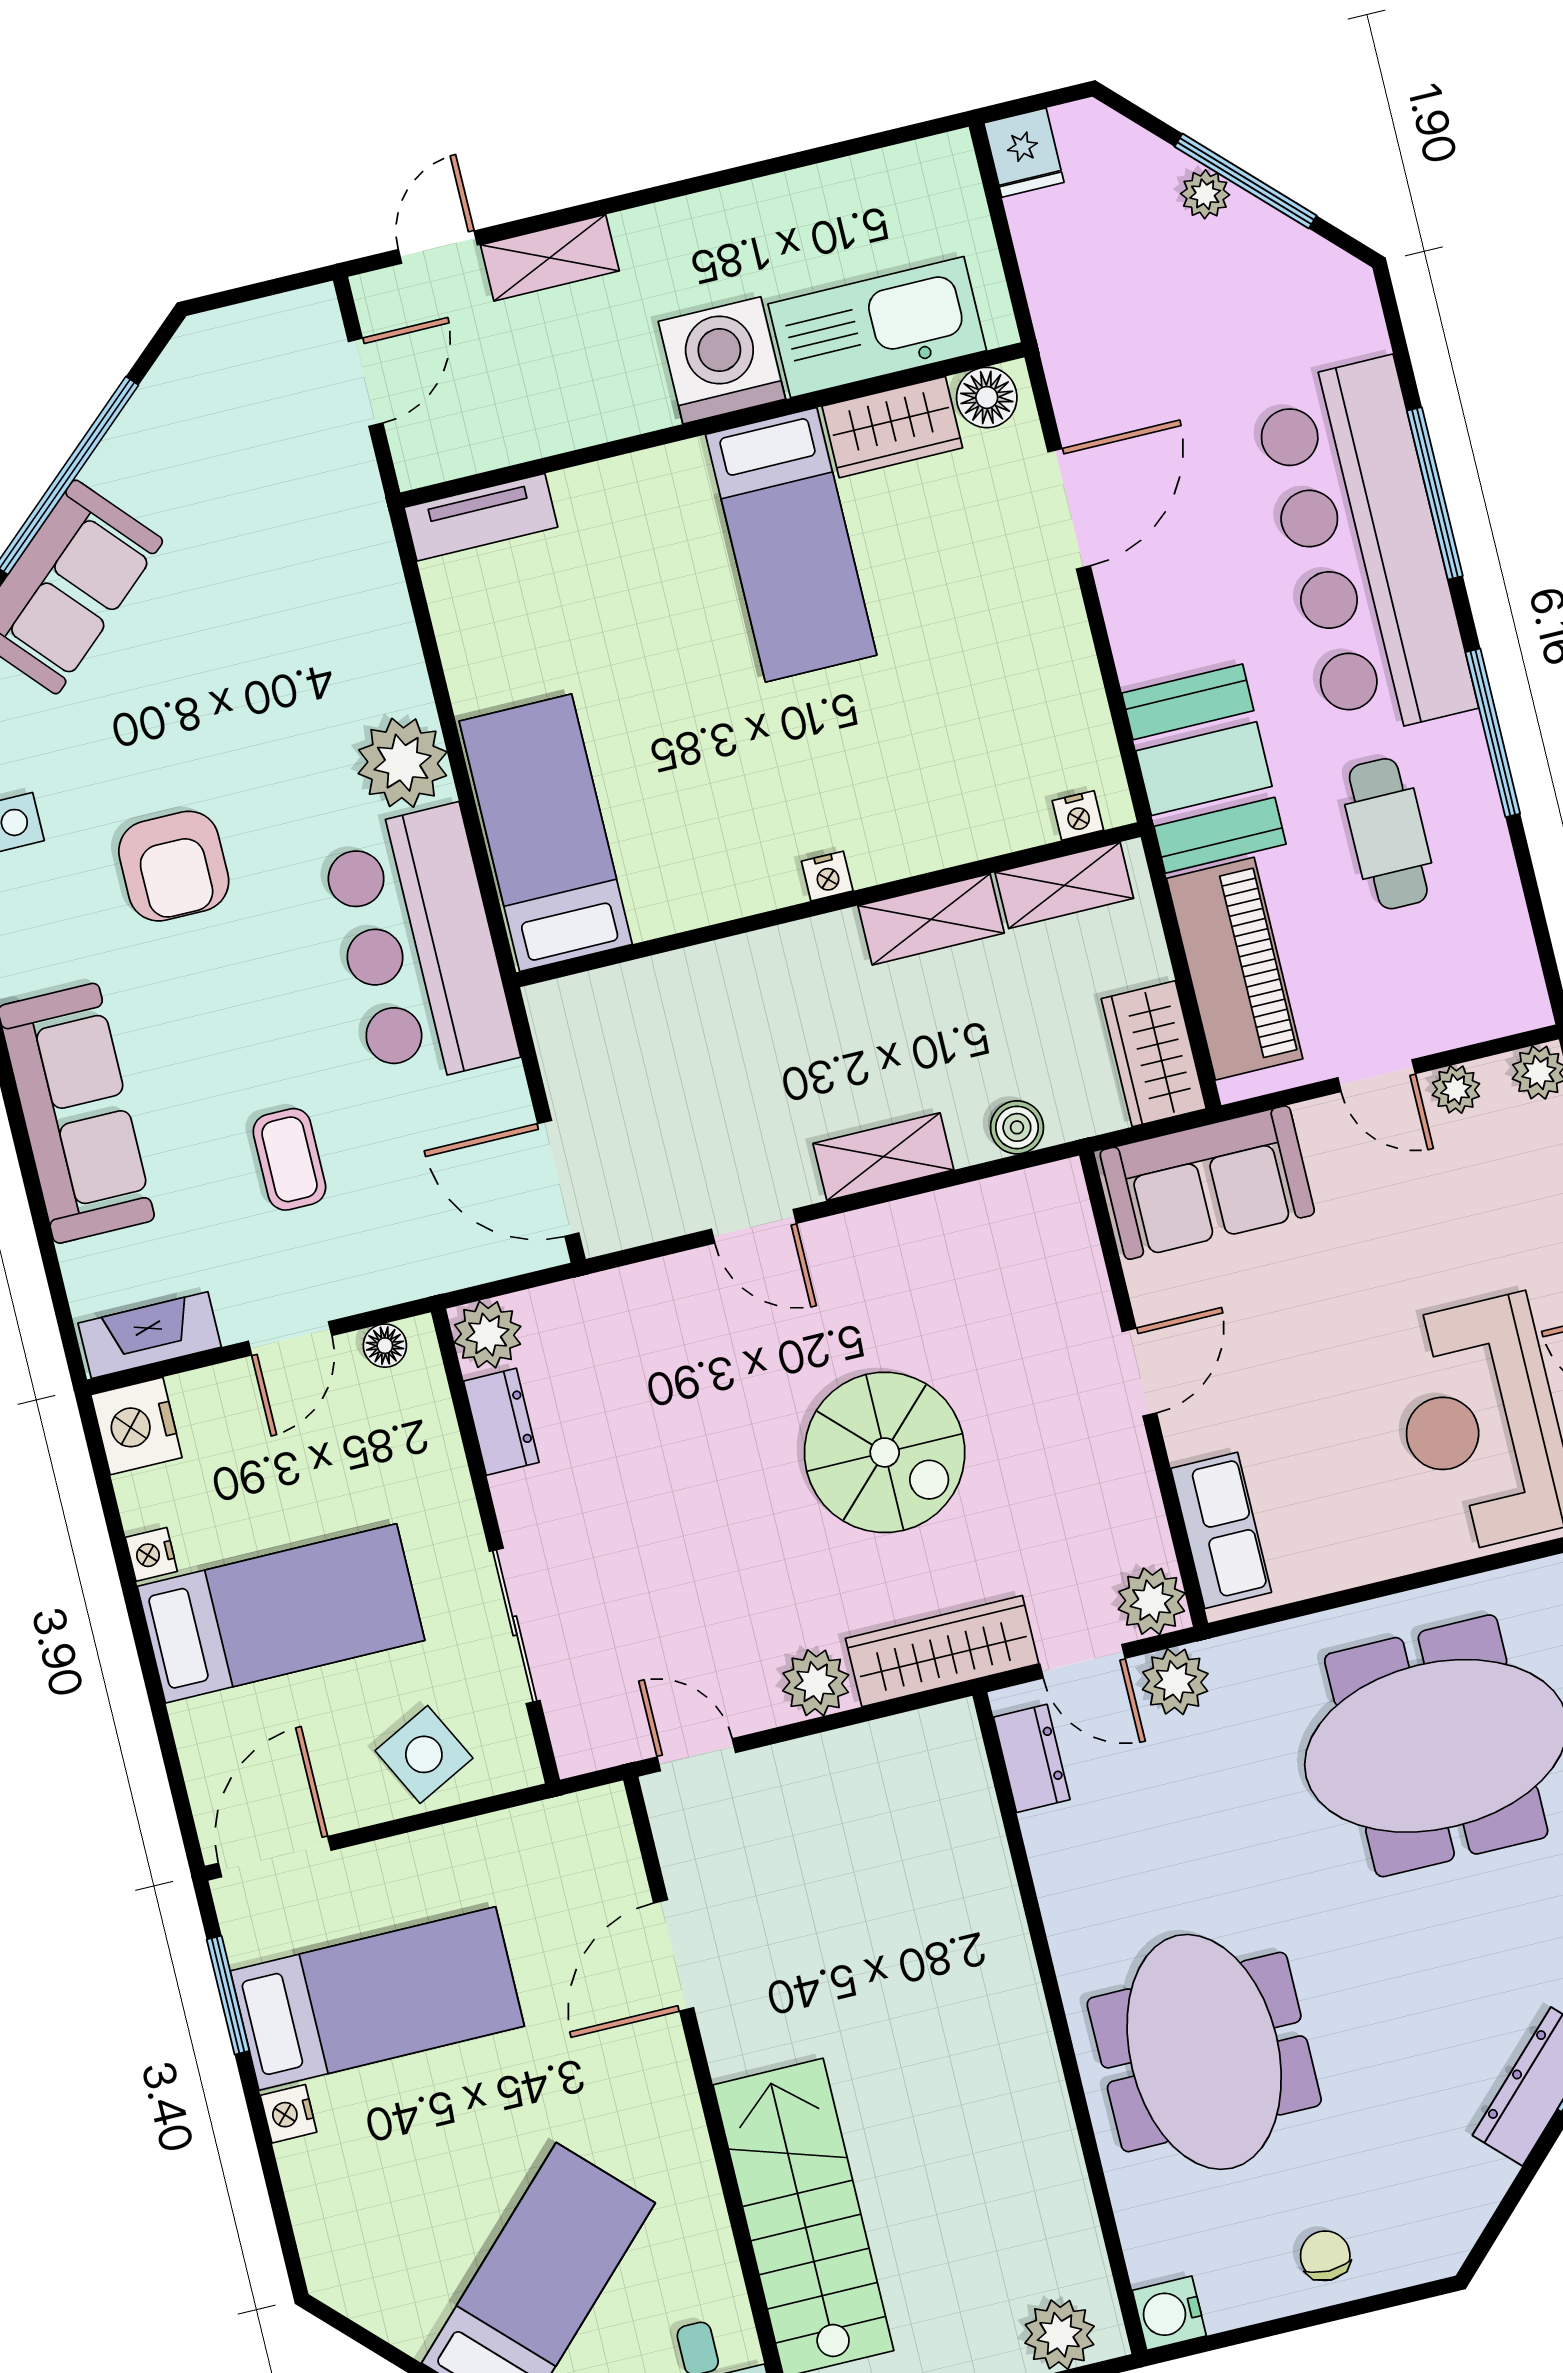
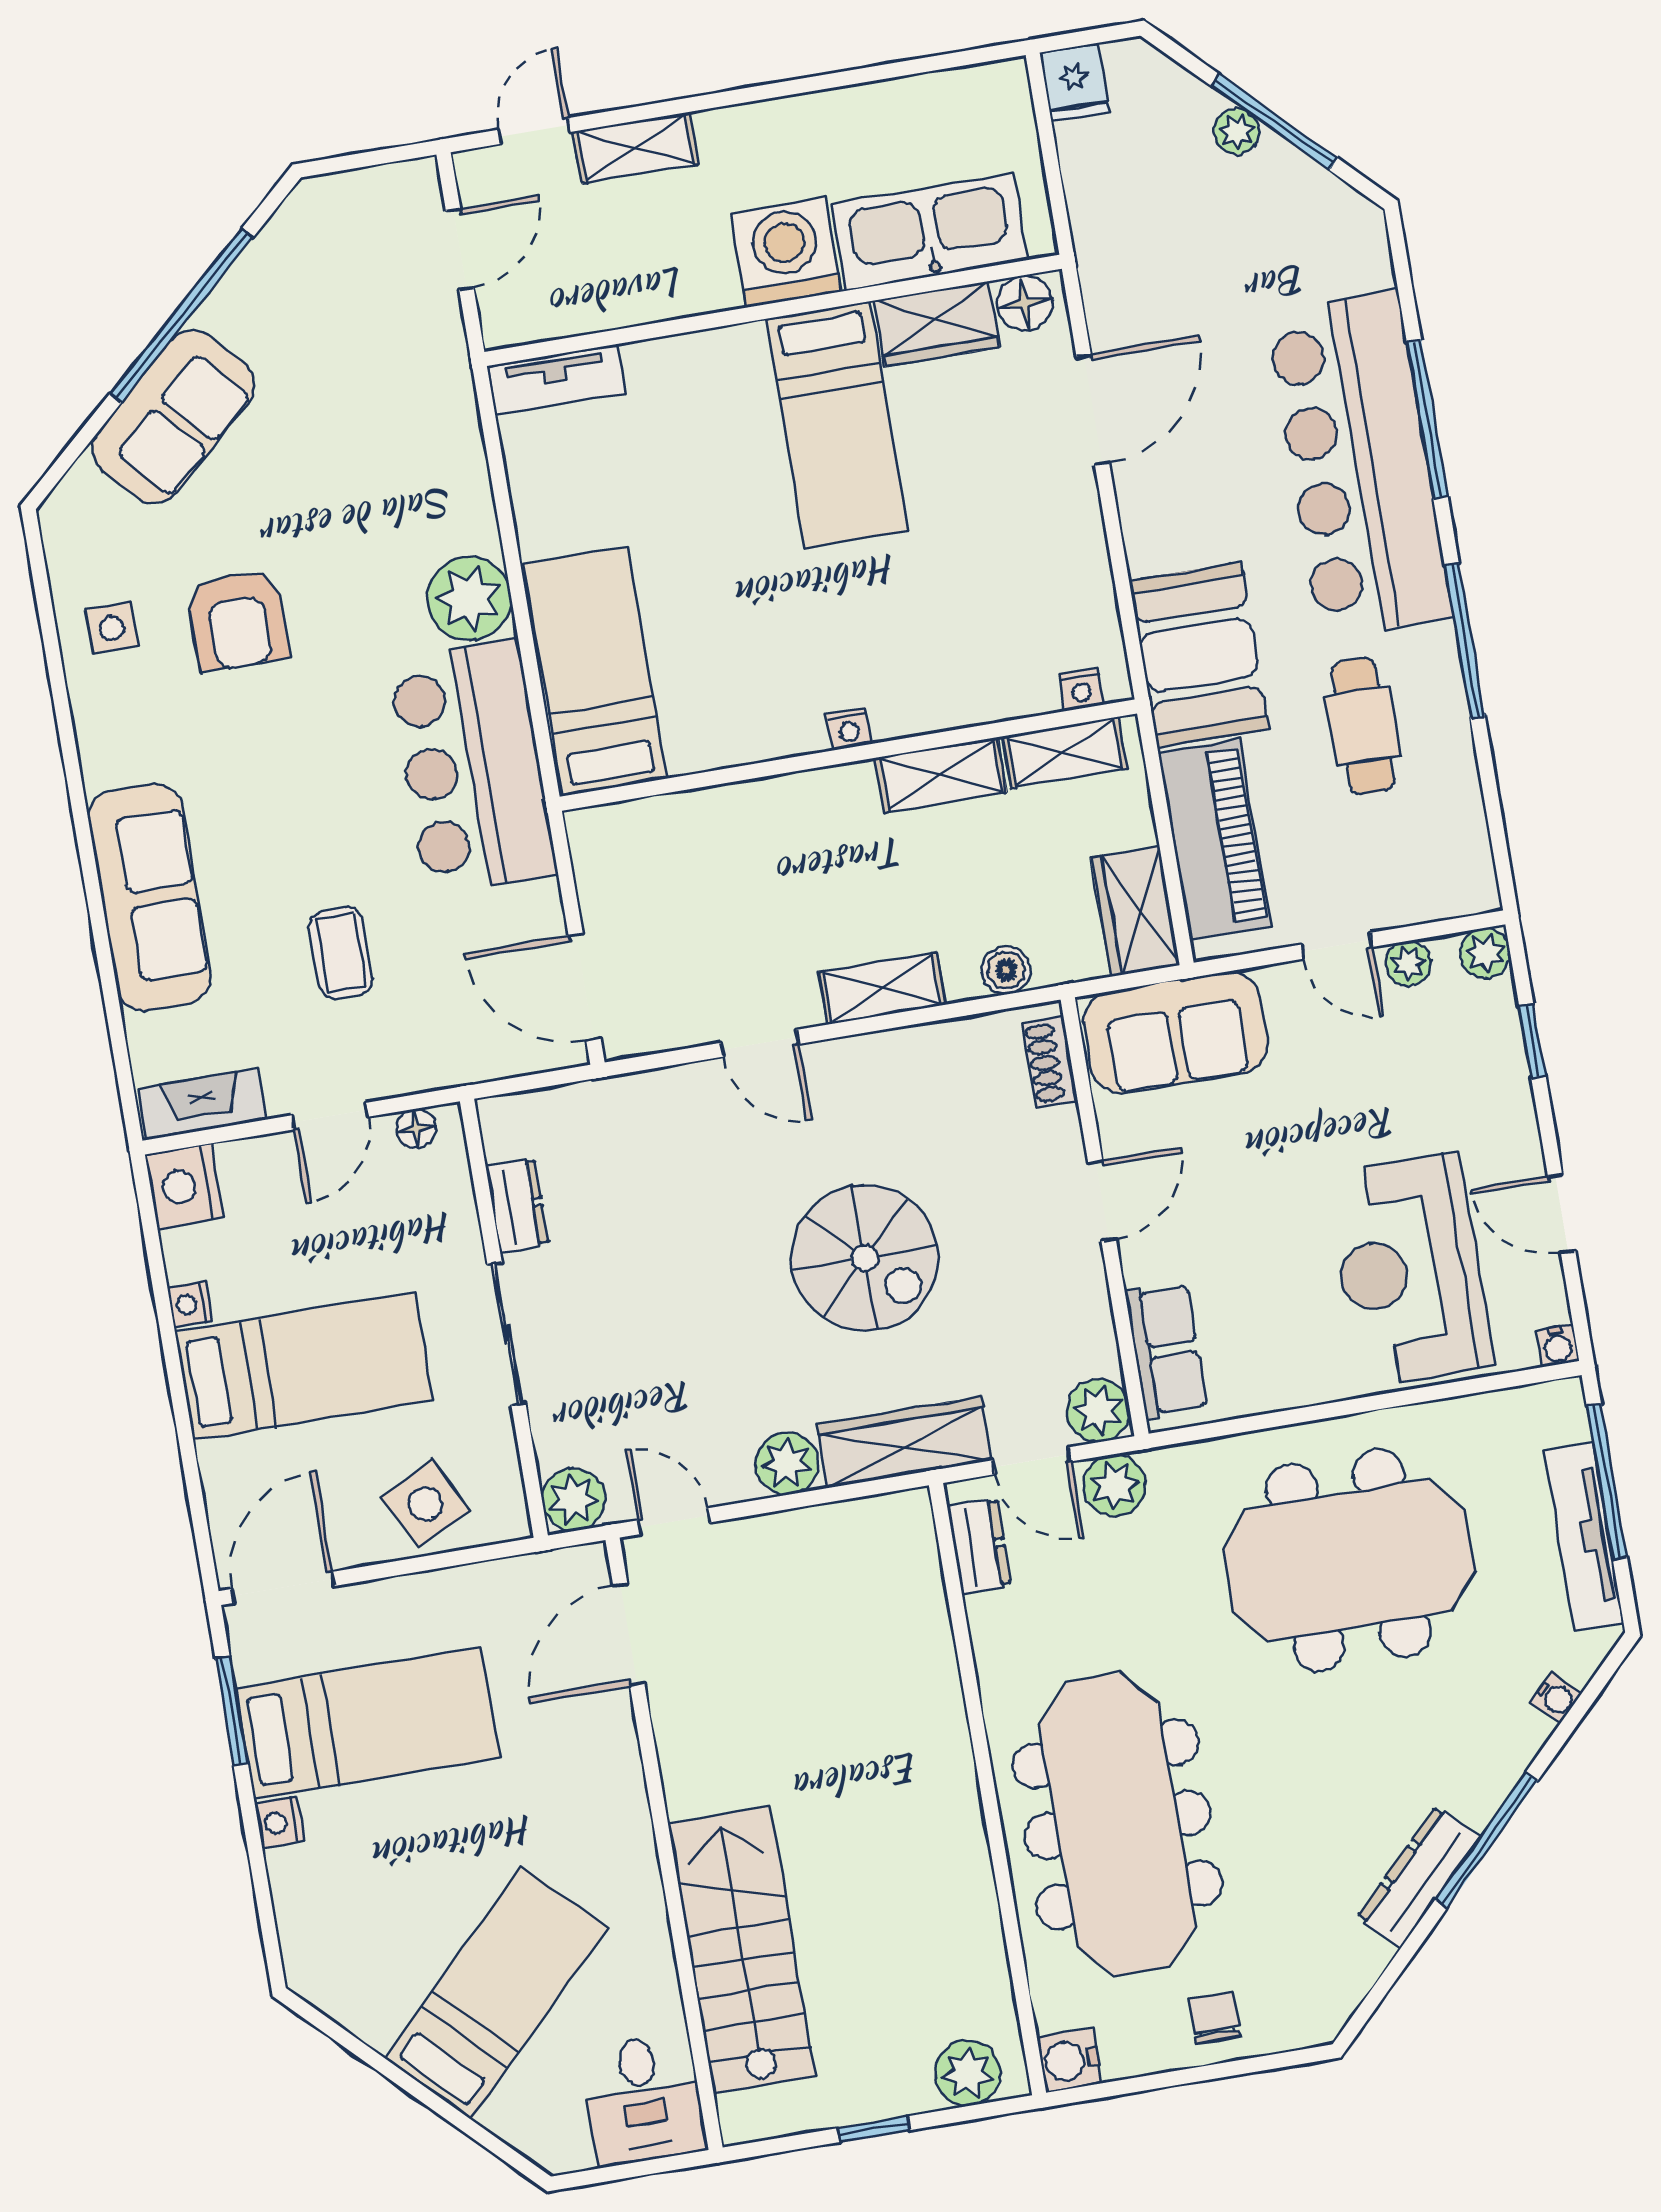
armchair: (174, 866) -> (238, 620), moved
shoe rack: (1072, 1224) -> (1050, 1062), added
plant: (488, 1335) -> (573, 1499), moved
sliding door: (515, 1626) -> (507, 1334), moved
door: (674, 1955) -> (629, 1634), moved
meeting table: (1204, 2052) -> (1118, 1825), width x1.36

